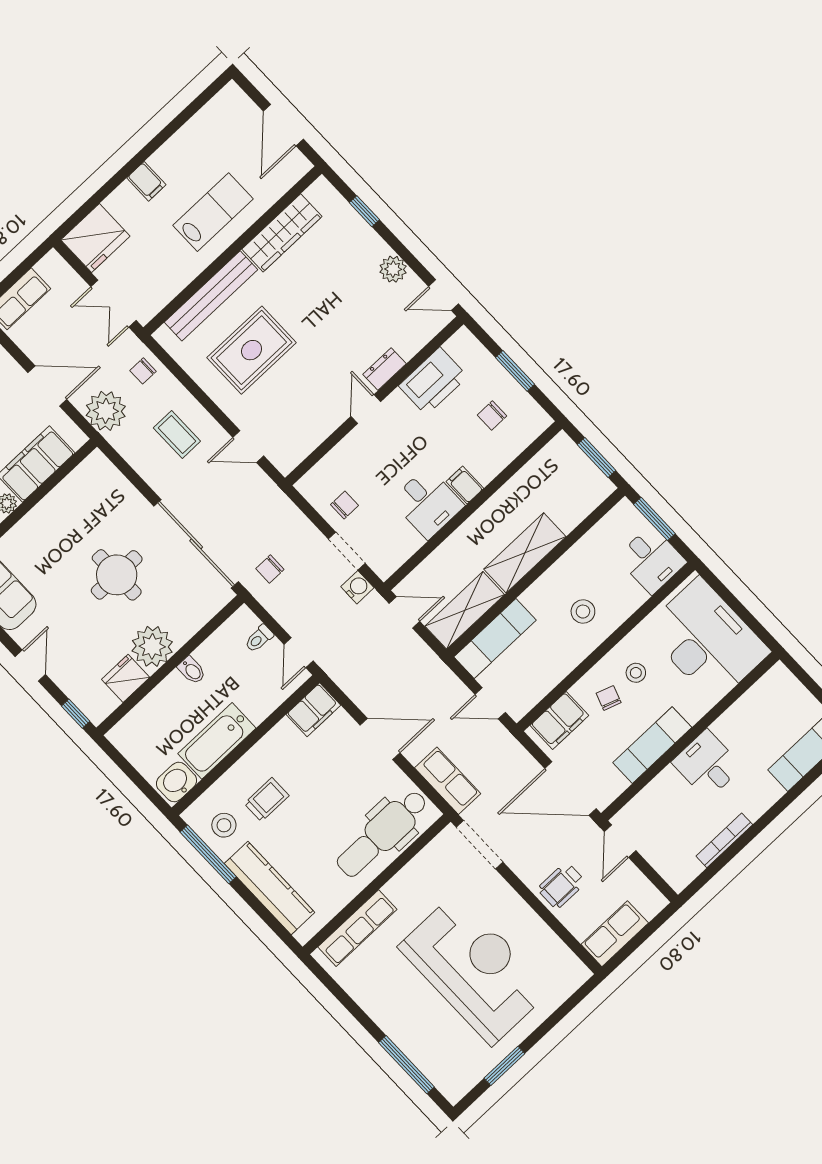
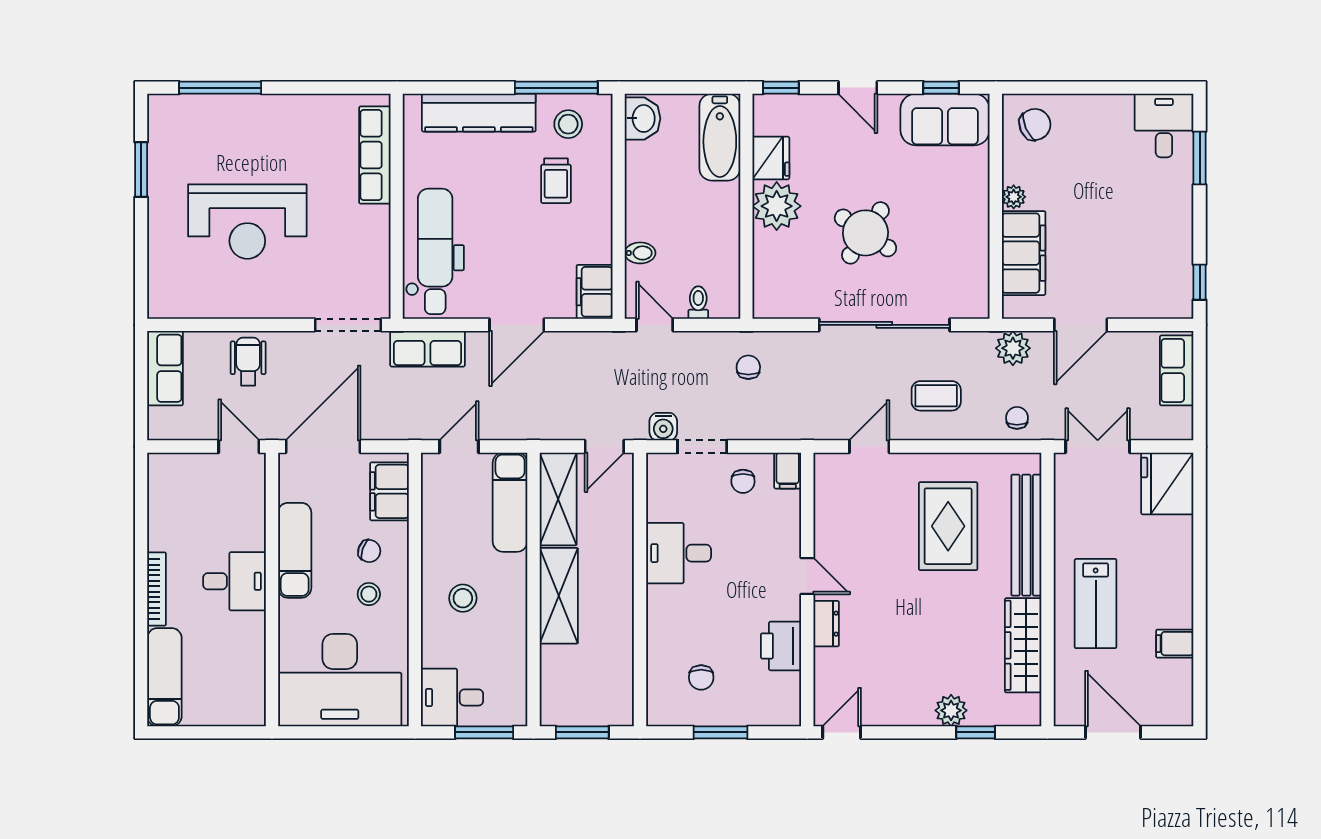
filing cabinet: (146, 181) -> (1175, 644), moved
plant: (393, 269) -> (951, 710), moved
printer: (433, 381) -> (781, 646), width x0.73, depth x0.84
plant: (106, 411) -> (1013, 348), width x0.73, depth x0.73
chair: (492, 416) -> (701, 677), turned 180
filing cabinet: (465, 485) -> (788, 471), moved, turned 90
sliding door: (196, 544) -> (884, 325), moved
round table: (117, 575) -> (865, 233), turned 34
bidet: (192, 670) -> (640, 253), moved, turned 180
bathtub: (217, 741) -> (720, 137), moved, turned 180
bookcase: (724, 840) -> (157, 589), moved
reception desk: (474, 969) -> (247, 222), width x0.74, depth x0.77

